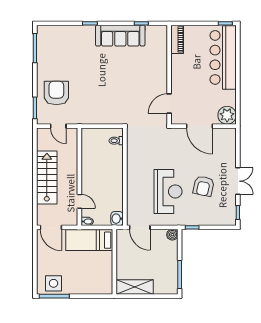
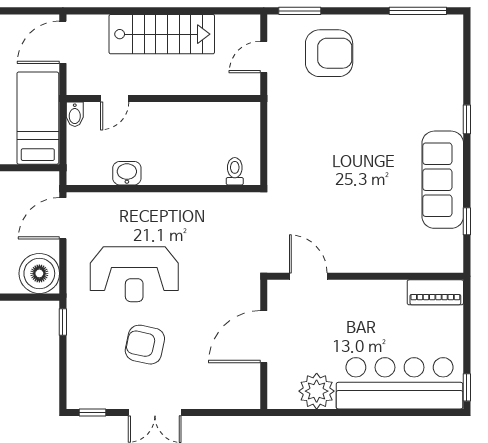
plant: (227, 115) -> (317, 391), moved
washbasin: (117, 219) -> (127, 173), moved
boiler: (172, 235) -> (39, 273), width x1.86, depth x1.86

